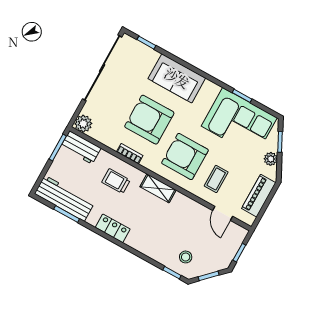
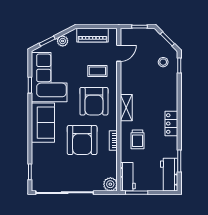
sofa: (177, 78) -> (43, 123), moved
workbench: (65, 198) -> (169, 175), width x0.73

